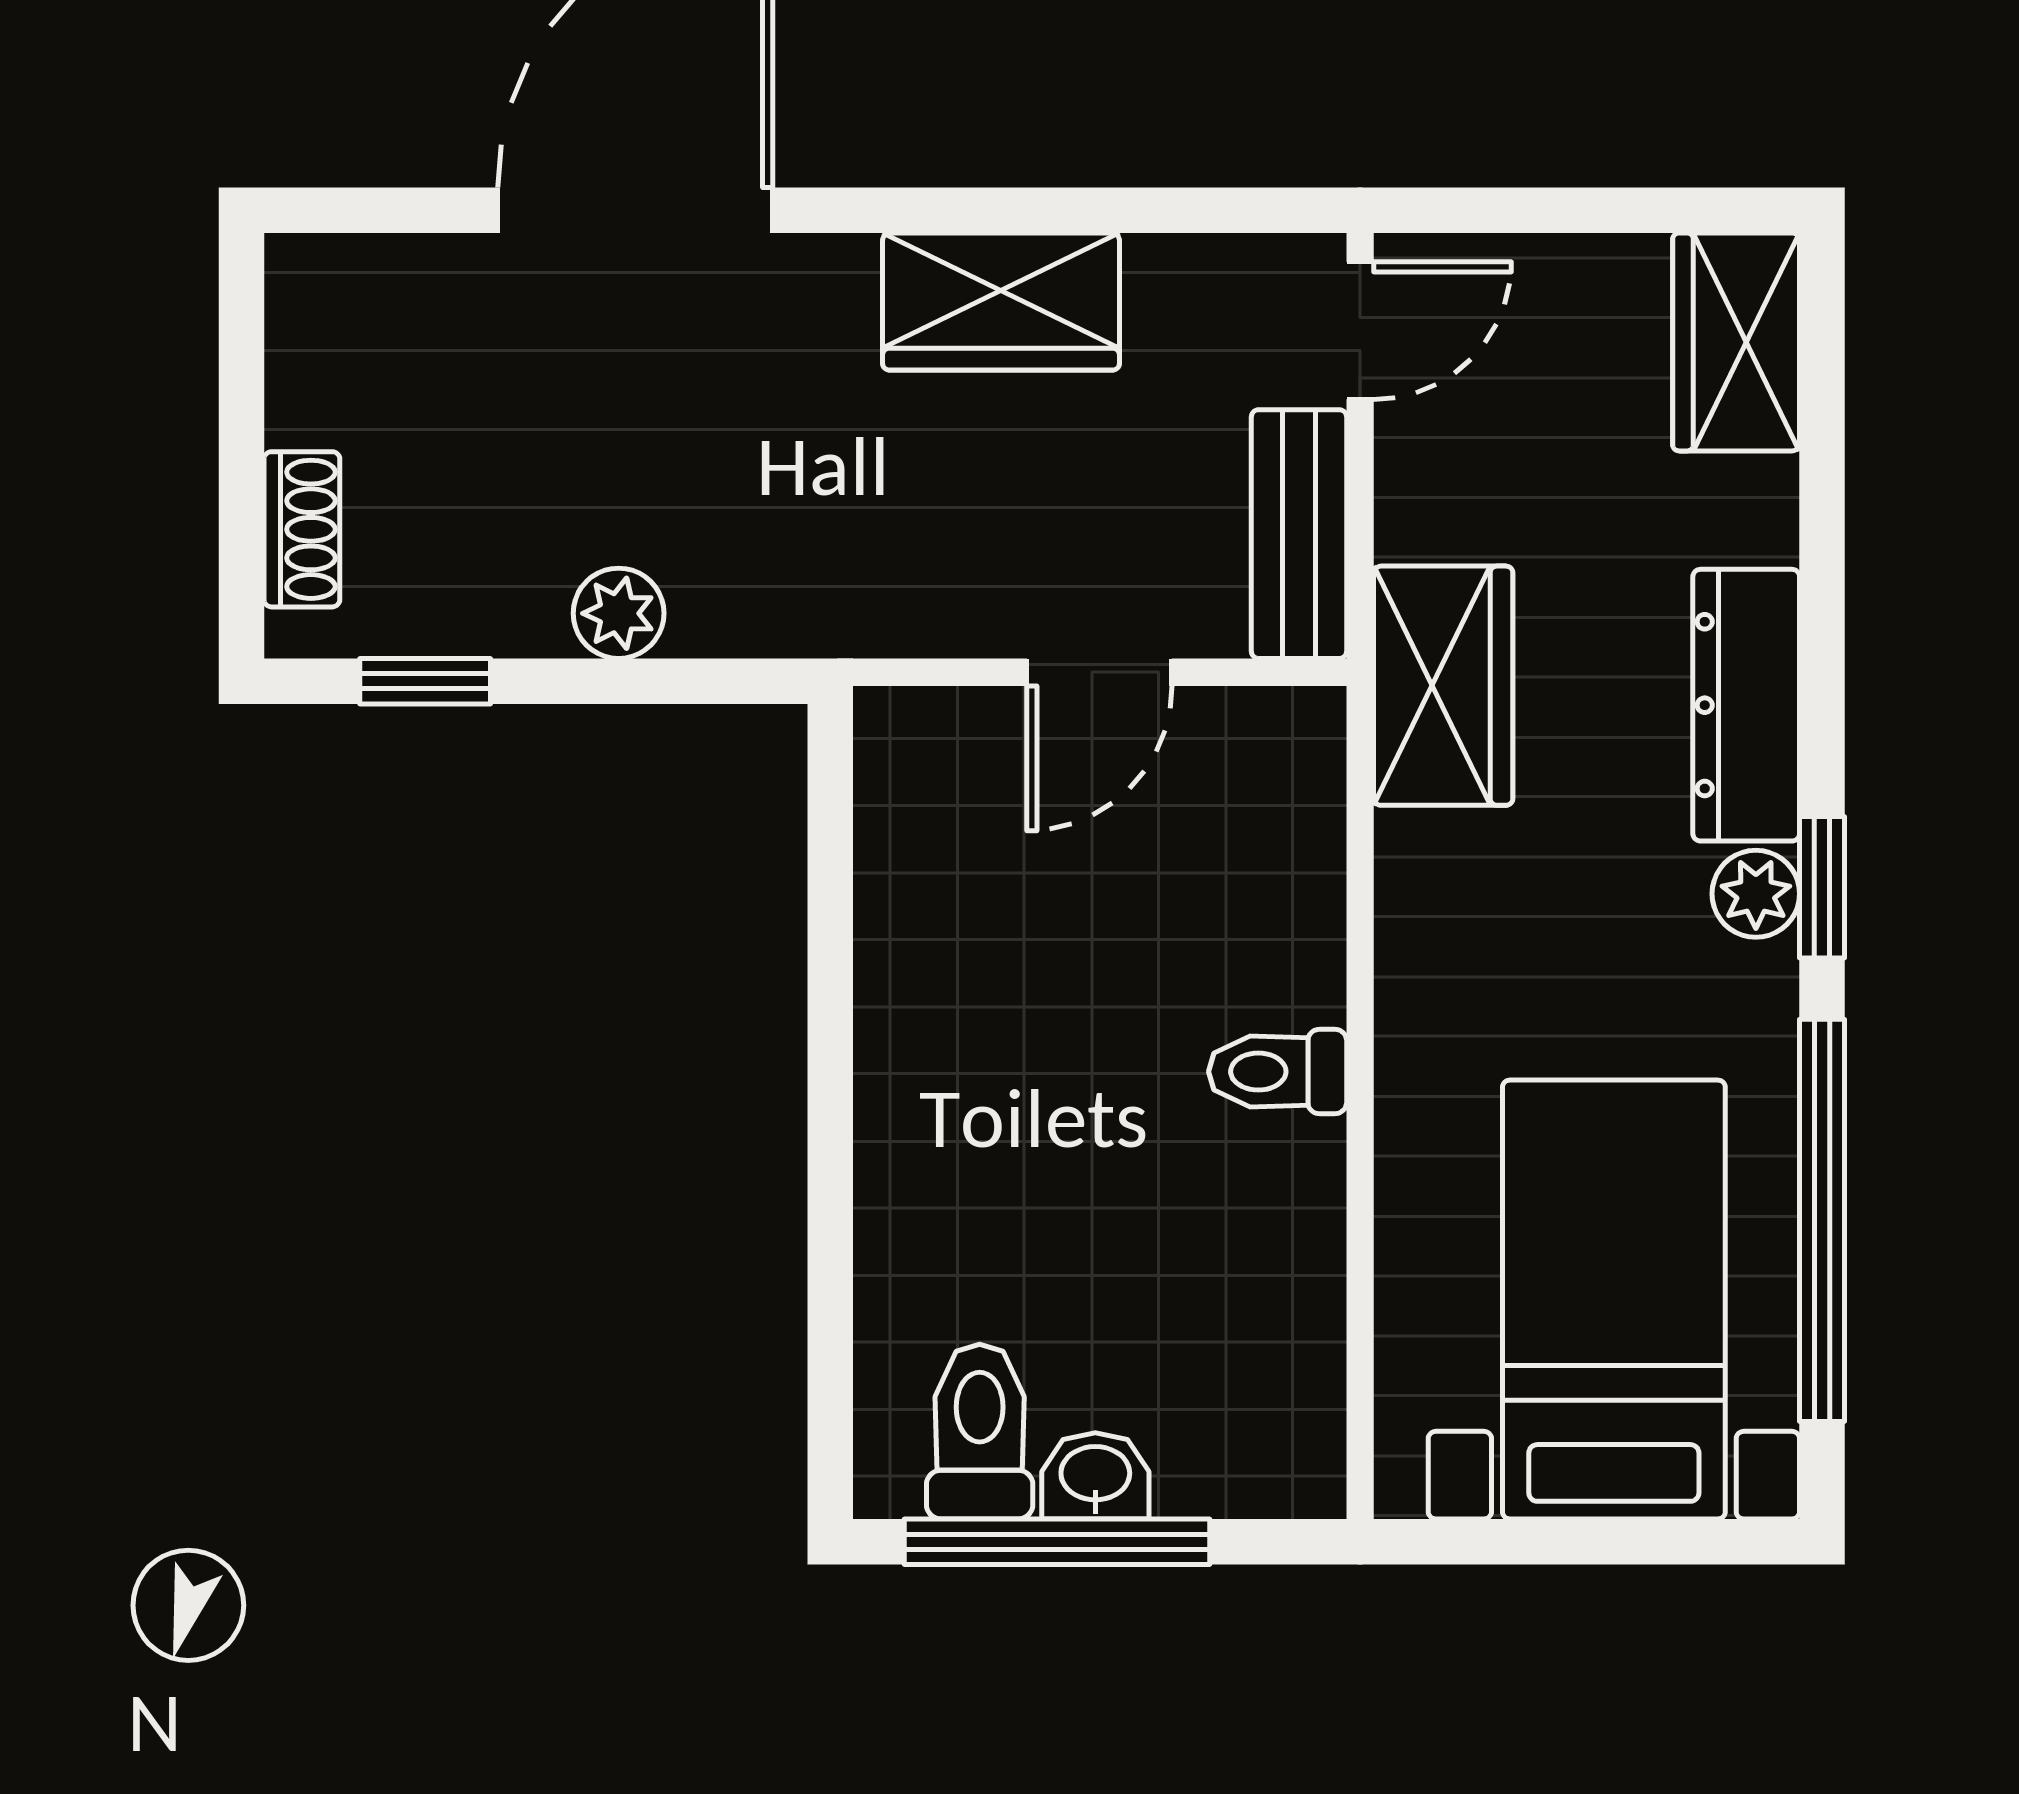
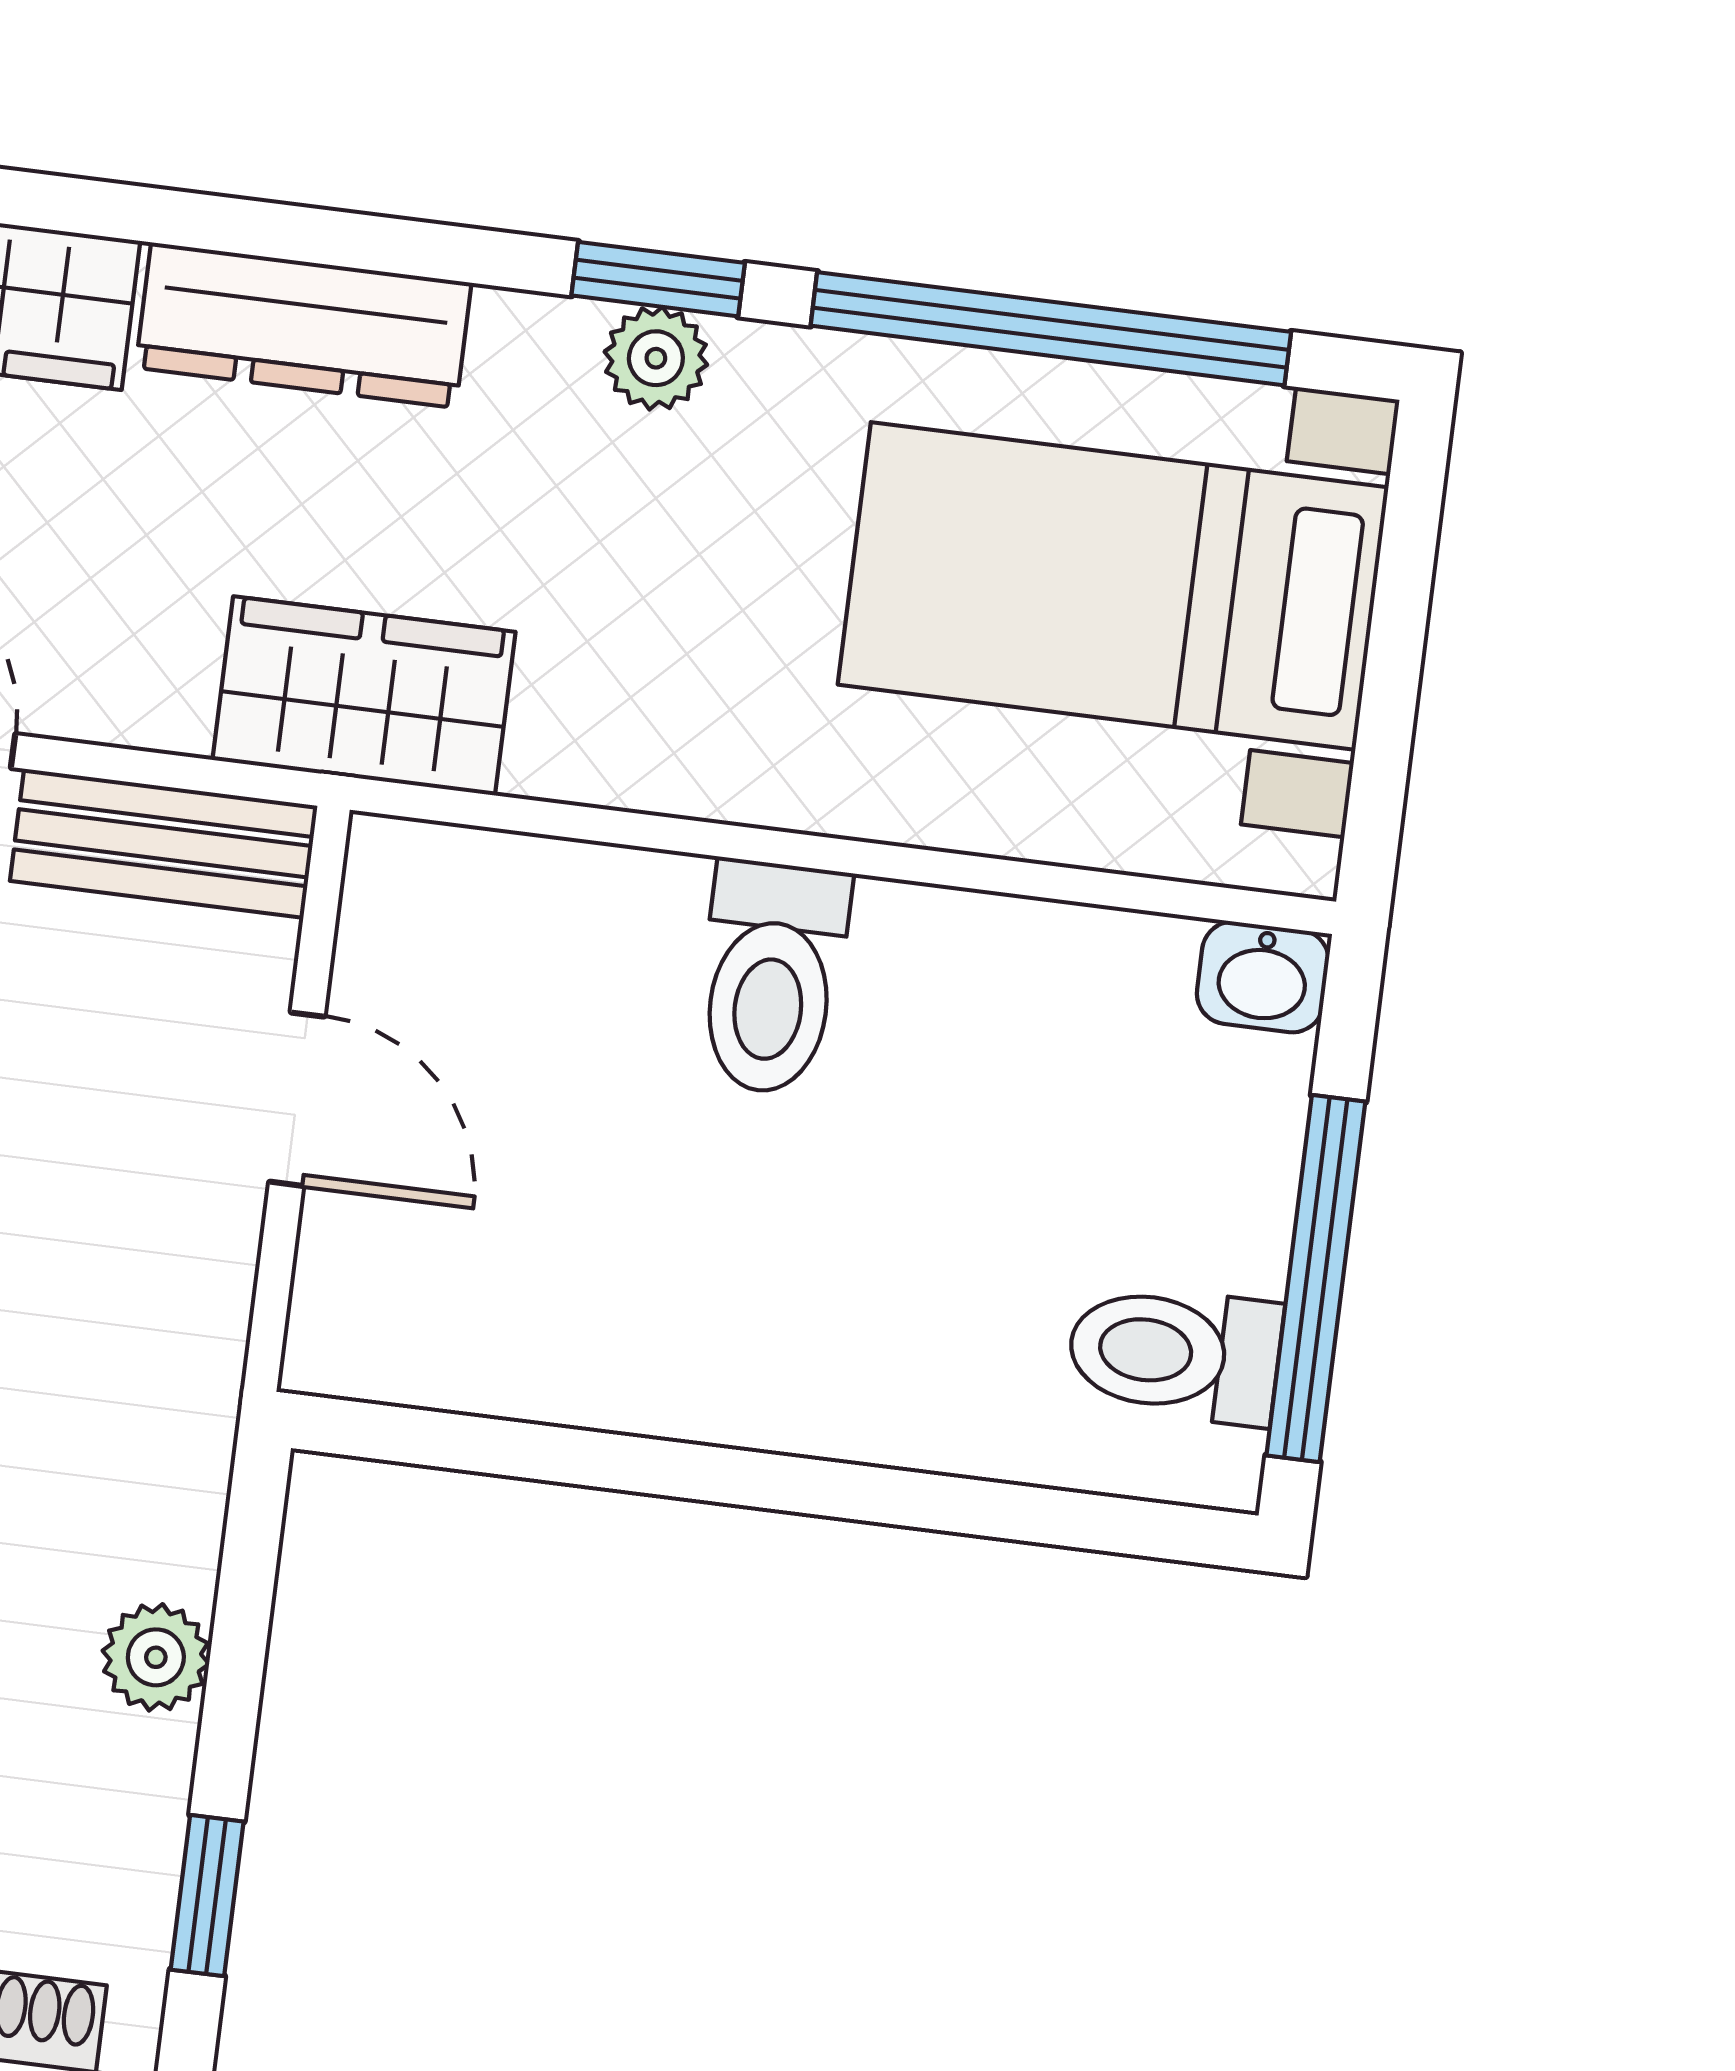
dresser: (1746, 705) -> (303, 325), moved
toilet: (1278, 1072) -> (772, 978), width x1.37, depth x1.39
washbasin: (1095, 1476) -> (1263, 977), moved, turned -90

